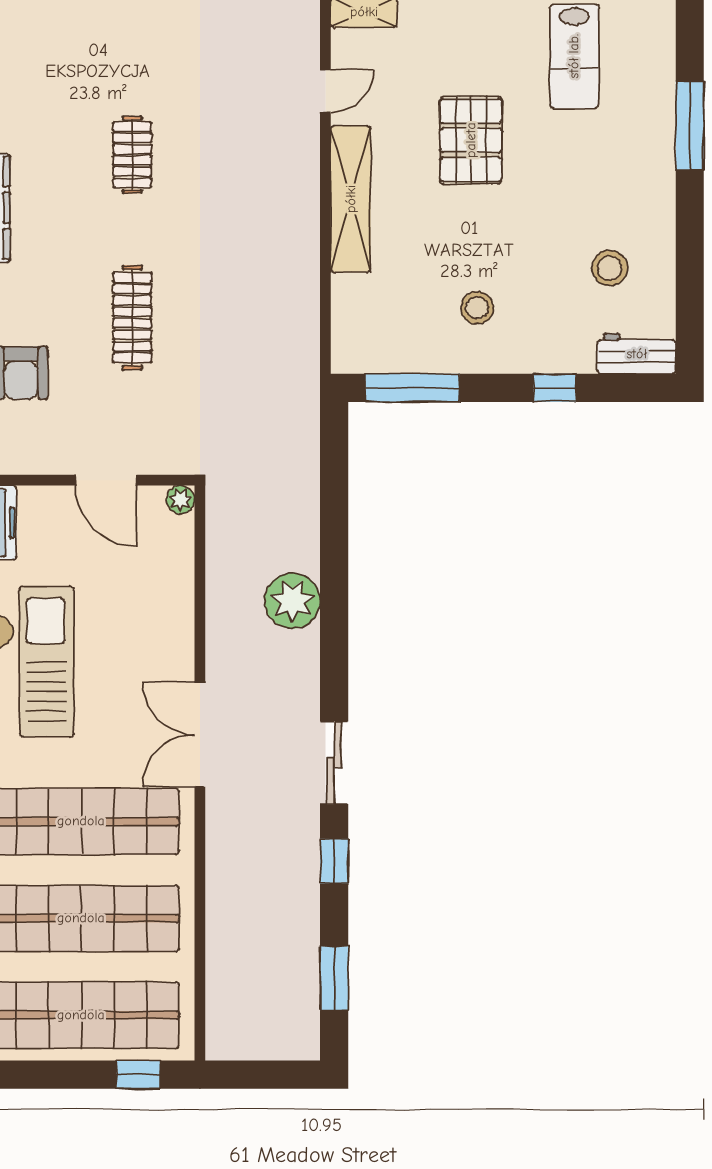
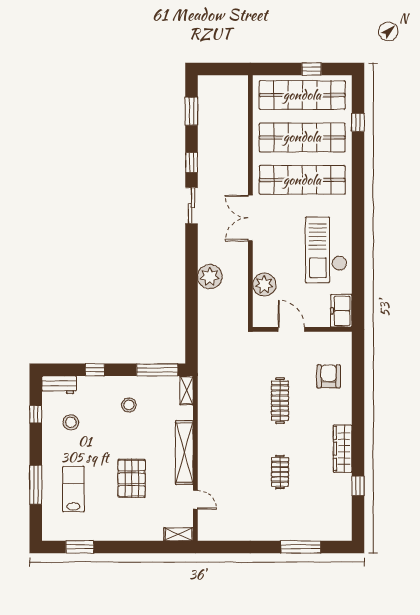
lab bench: (574, 56) -> (73, 489), moved
door: (325, 91) -> (195, 500), swing flipped
window: (690, 286) -> (36, 414), added
shelving: (345, 341) -> (187, 390), added
plant: (181, 500) -> (264, 285), moved, width x1.88, depth x1.88
double door: (200, 735) -> (250, 218), swing flipped
window: (138, 1075) -> (311, 69), moved

